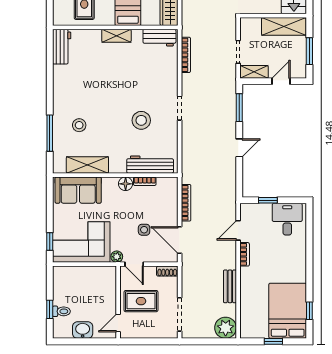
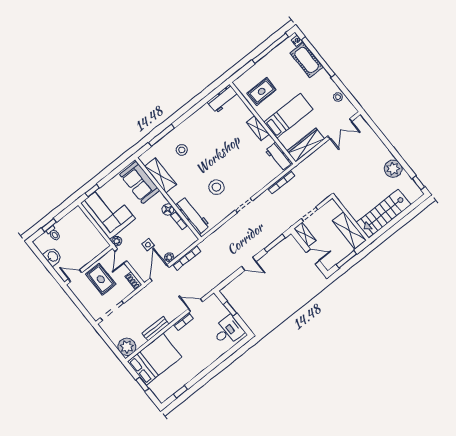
plant: (172, 219) -> (169, 257), added
bed: (288, 311) -> (155, 359), moved

